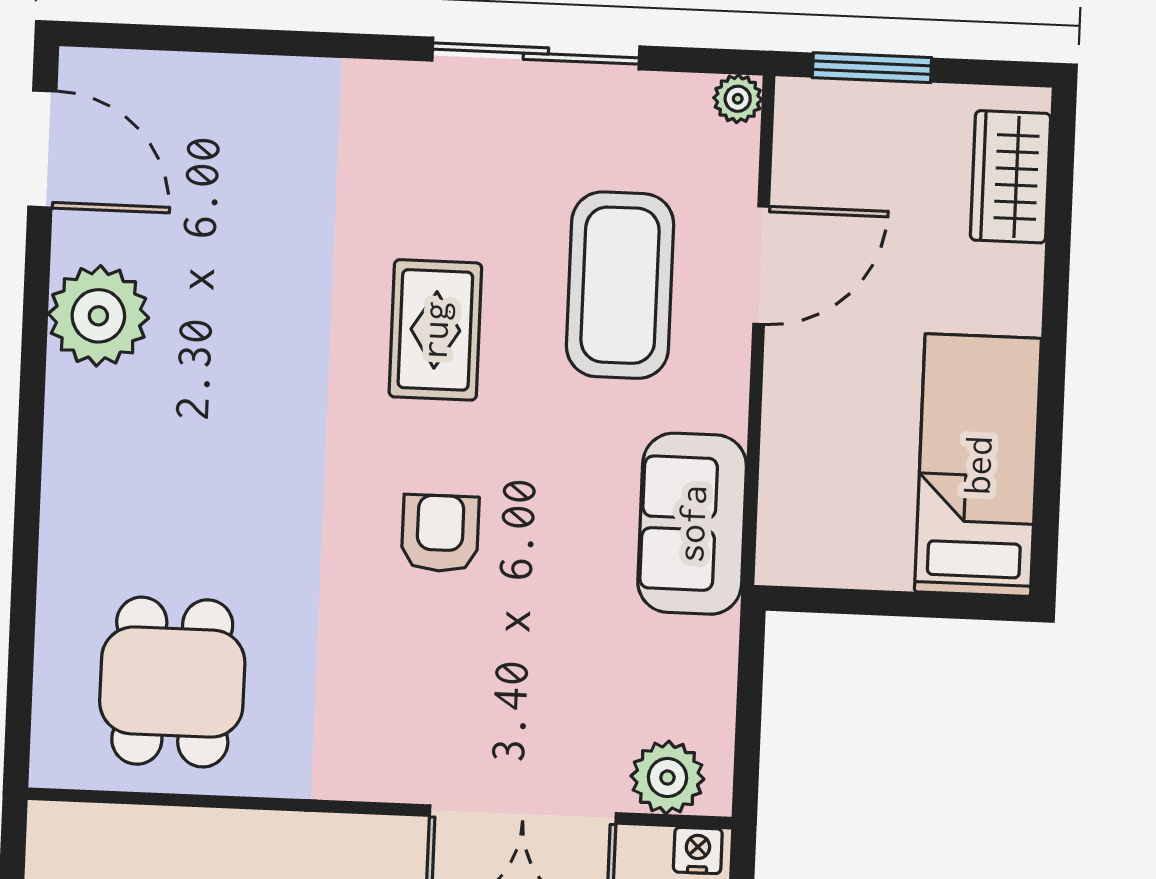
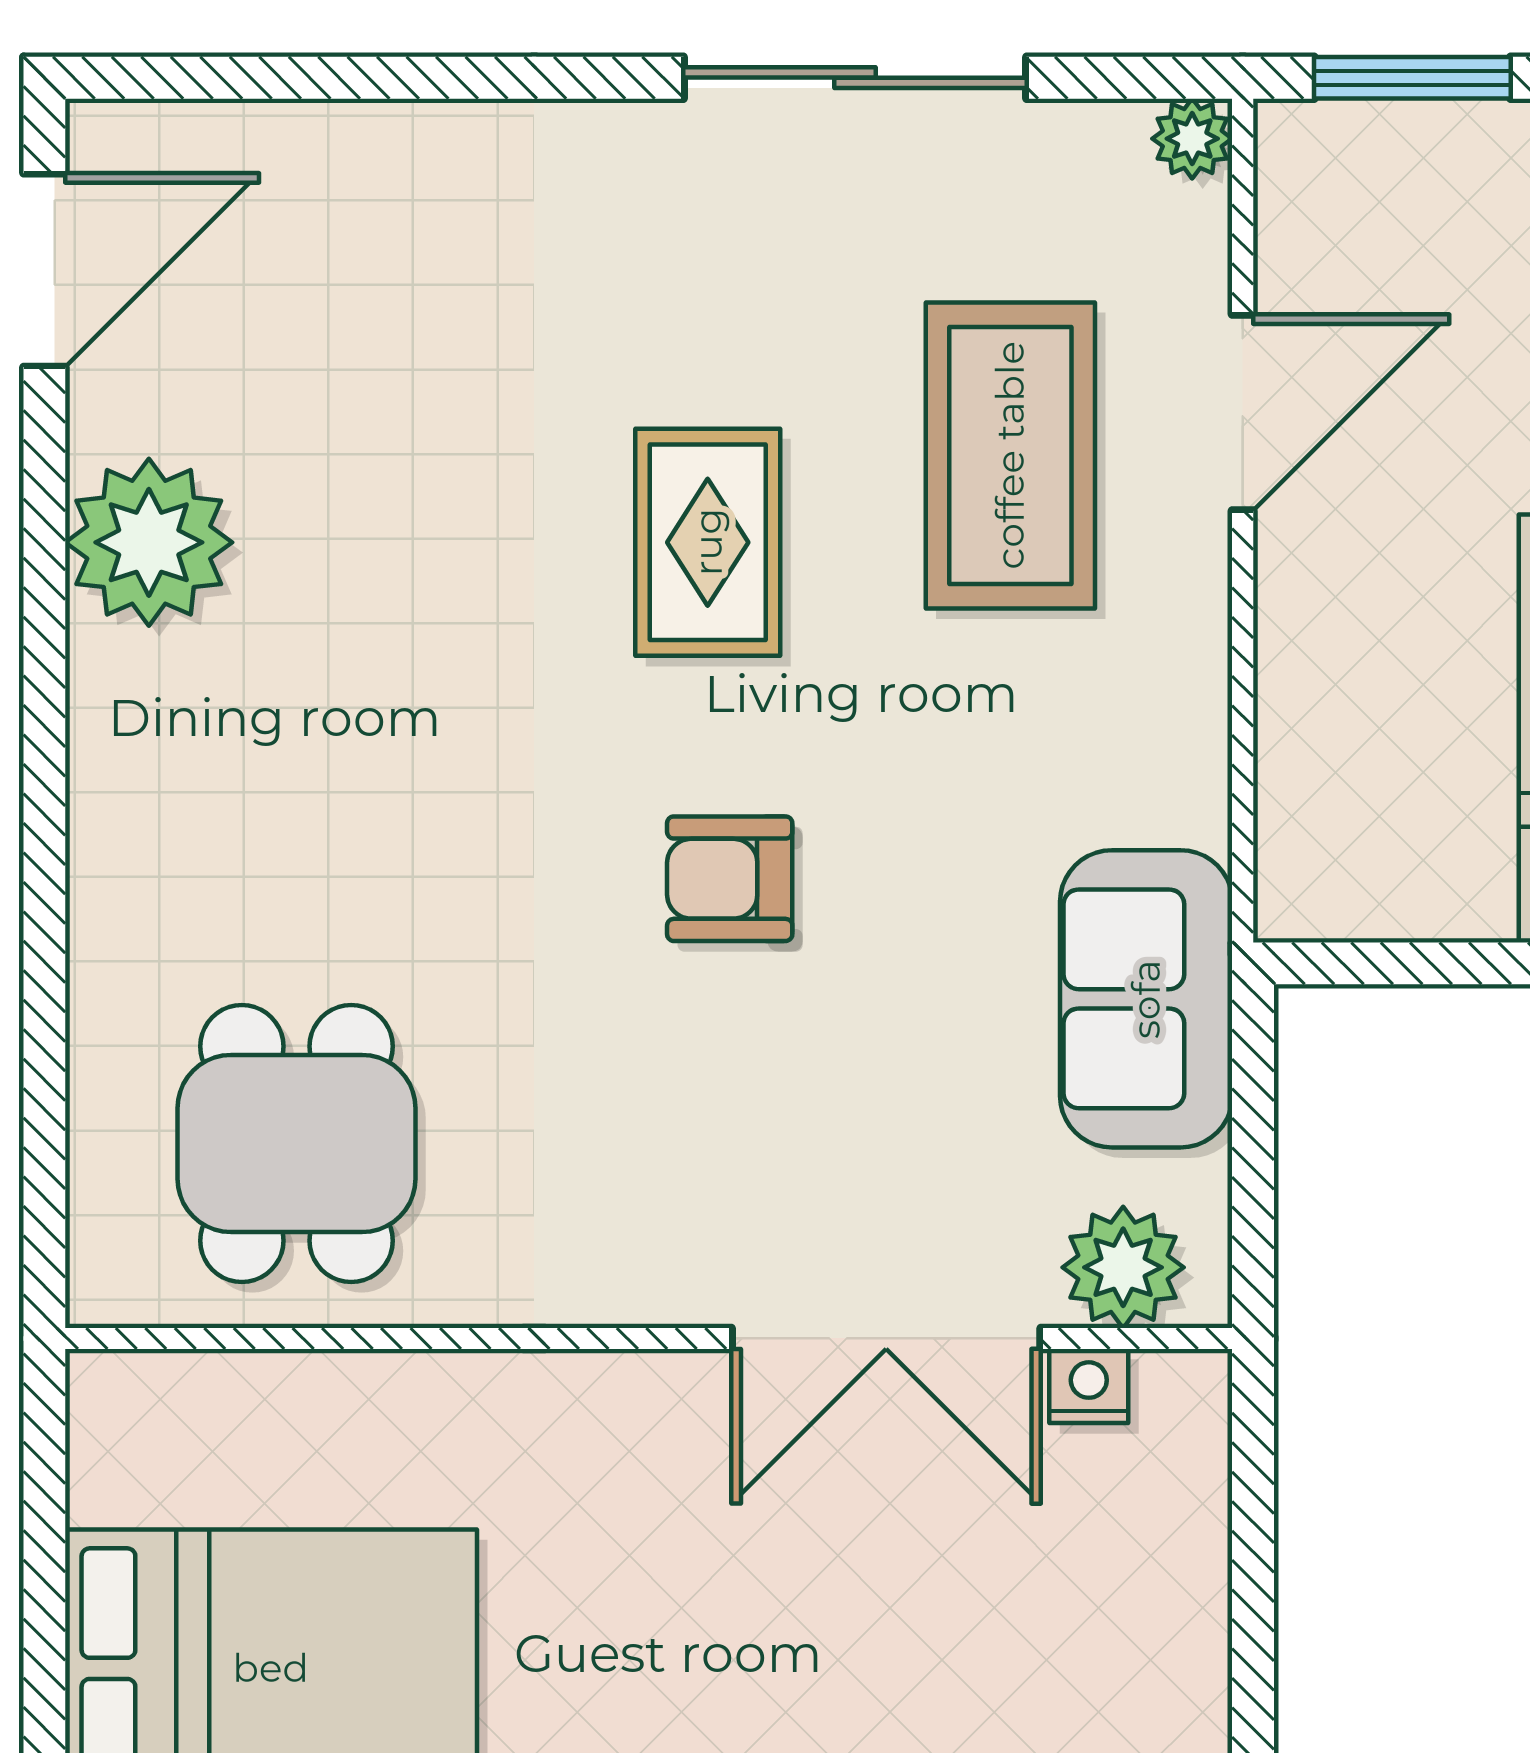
door: (42, 149) -> (44, 270), hinge flipped
sofa: (692, 524) -> (1146, 999), moved
armchair: (440, 533) -> (730, 879), turned -90
nightstand: (698, 851) -> (1089, 1386), moved

